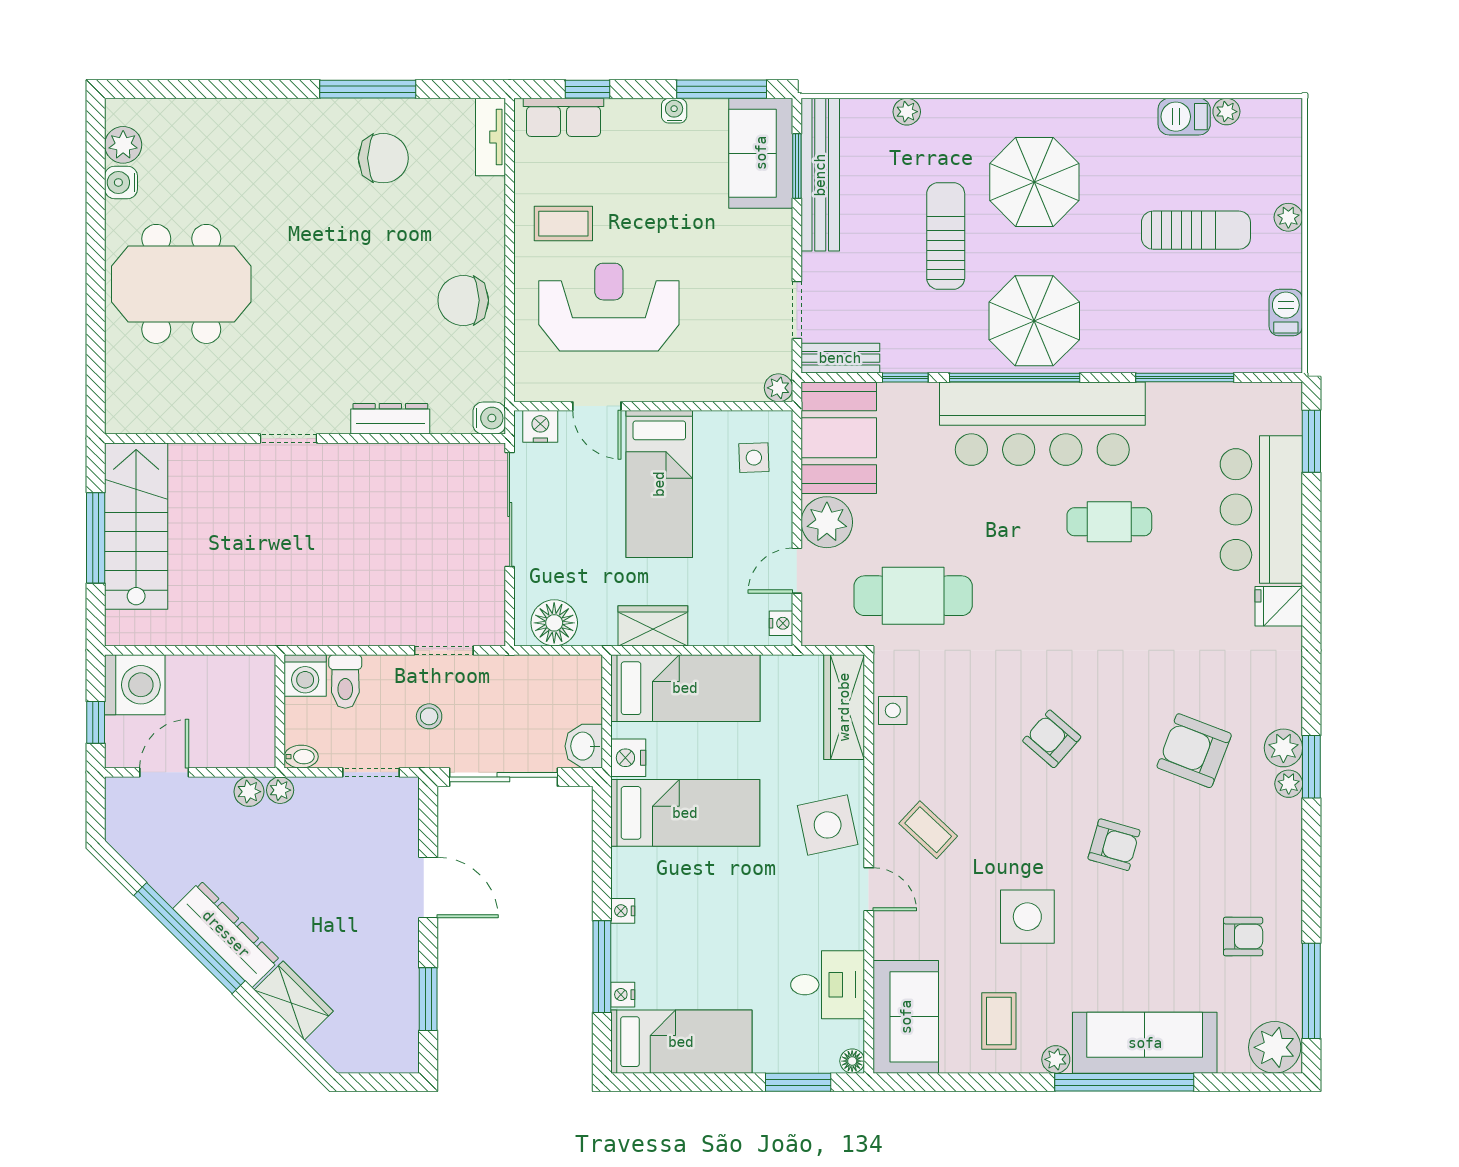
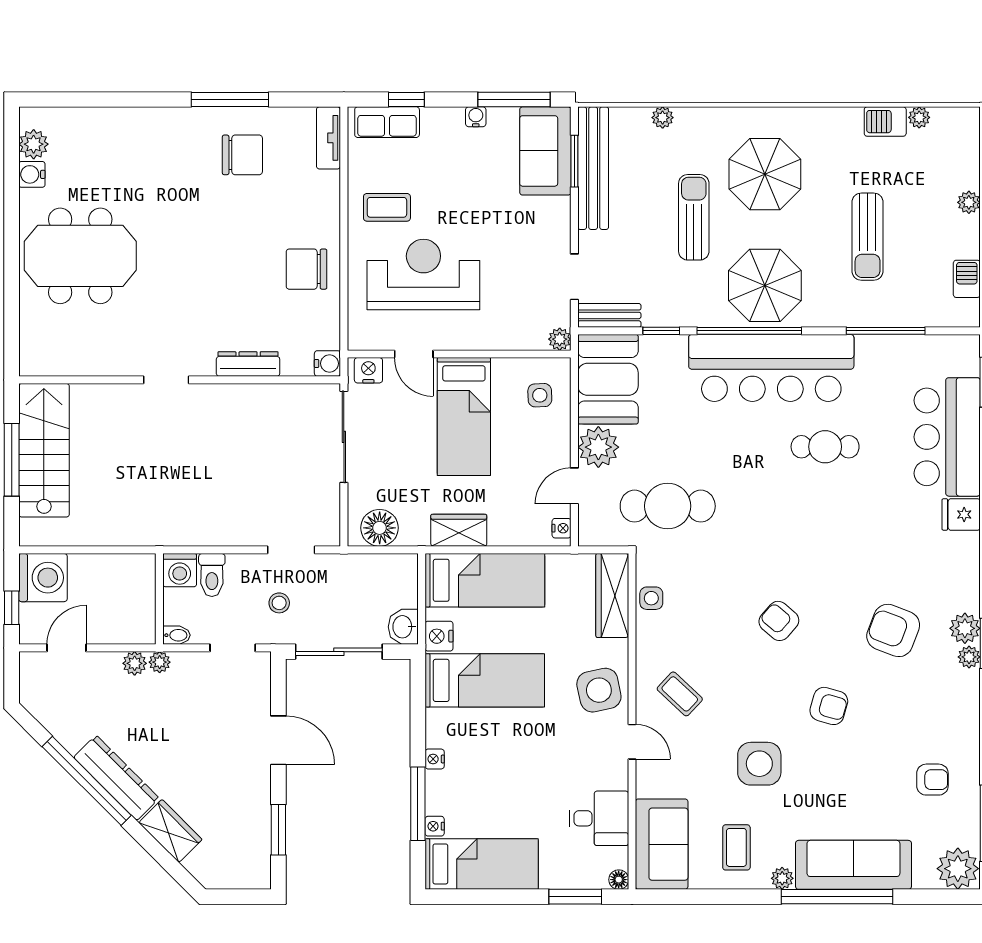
sun lounger: (1196, 230) -> (868, 237), moved, turned 90

